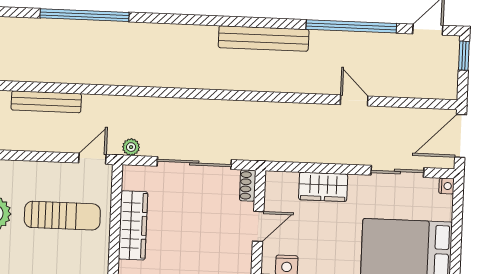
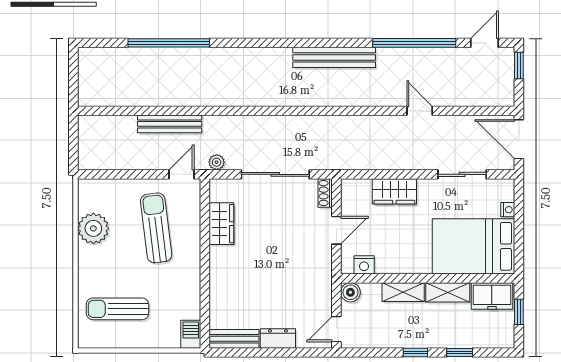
bench: (46, 102) -> (170, 124), moved
door: (461, 136) -> (519, 139), hinge flipped
nightstand: (446, 186) -> (508, 210), moved
sun lounger: (62, 216) -> (156, 228), turned -97
wardrobe: (133, 225) -> (221, 224), width x0.67

